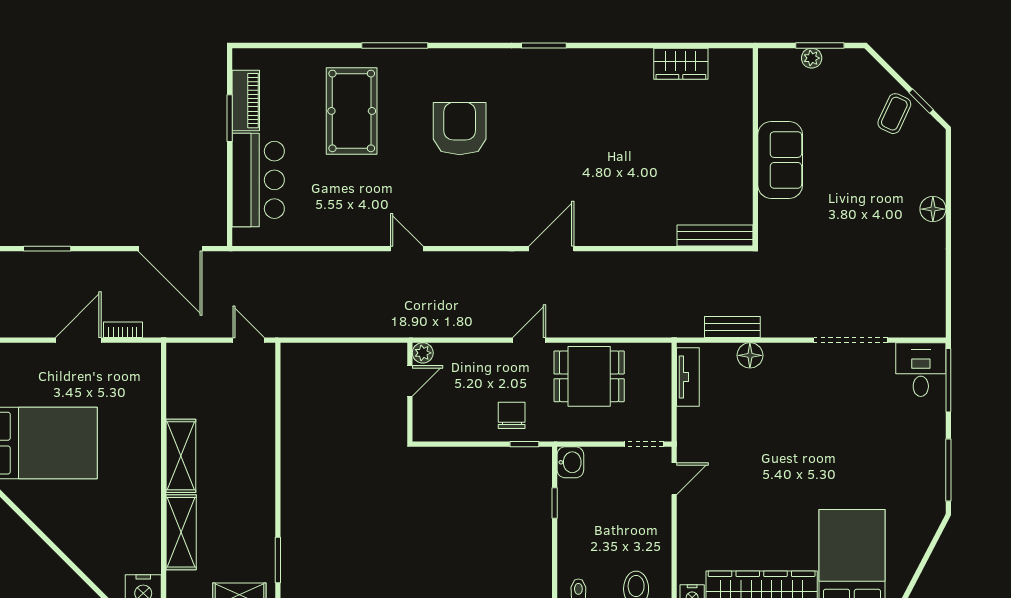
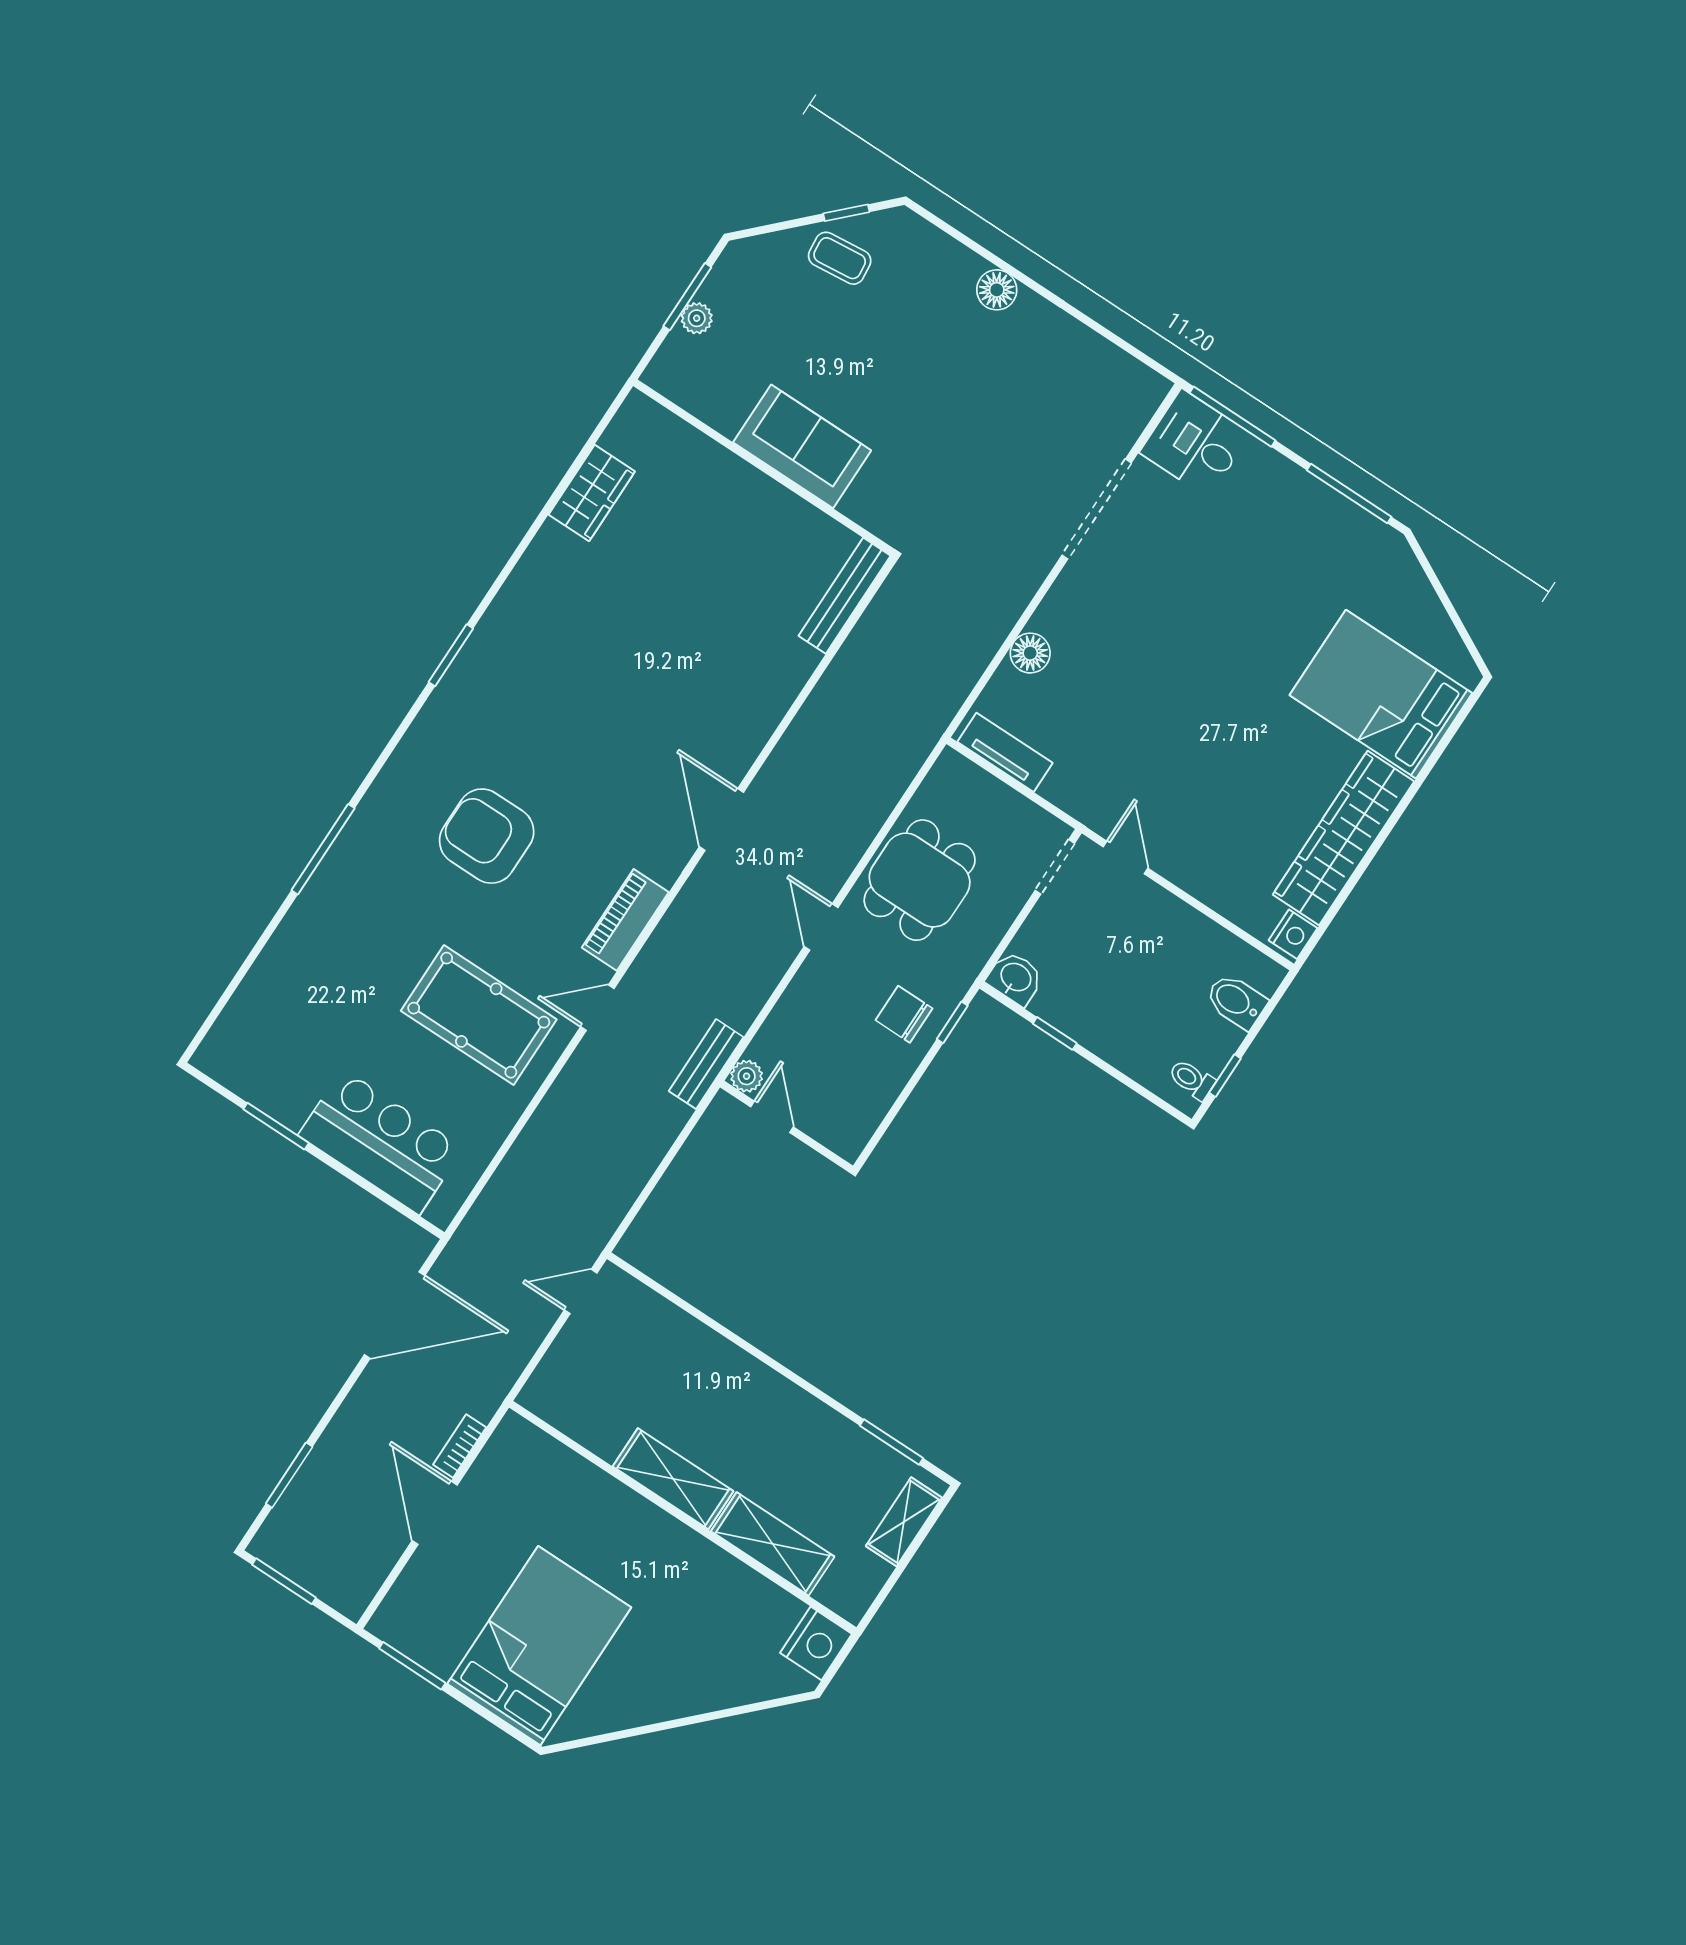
piano: (246, 101) -> (625, 920), moved, turned -90
pool table: (352, 111) -> (479, 1015), moved
coffee table: (894, 114) -> (840, 258), turned -31
bench: (732, 327) -> (706, 1064), moved

